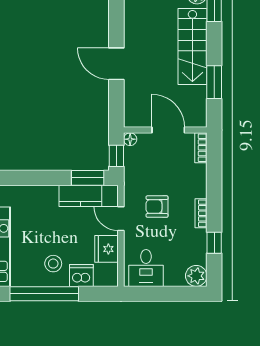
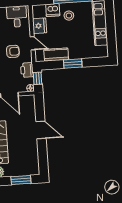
printer: (134, 172) -> (27, 70), added
window: (88, 178) -> (73, 64), moved

